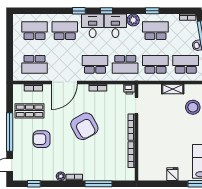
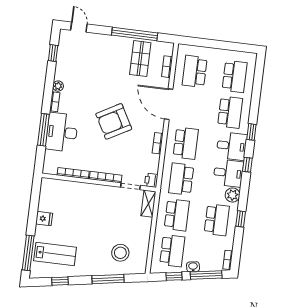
shelving: (173, 89) -> (148, 204), moved
window: (10, 132) -> (135, 34), moved
armchair: (42, 139) -> (105, 69), removed
desk: (99, 168) -> (62, 132), added

